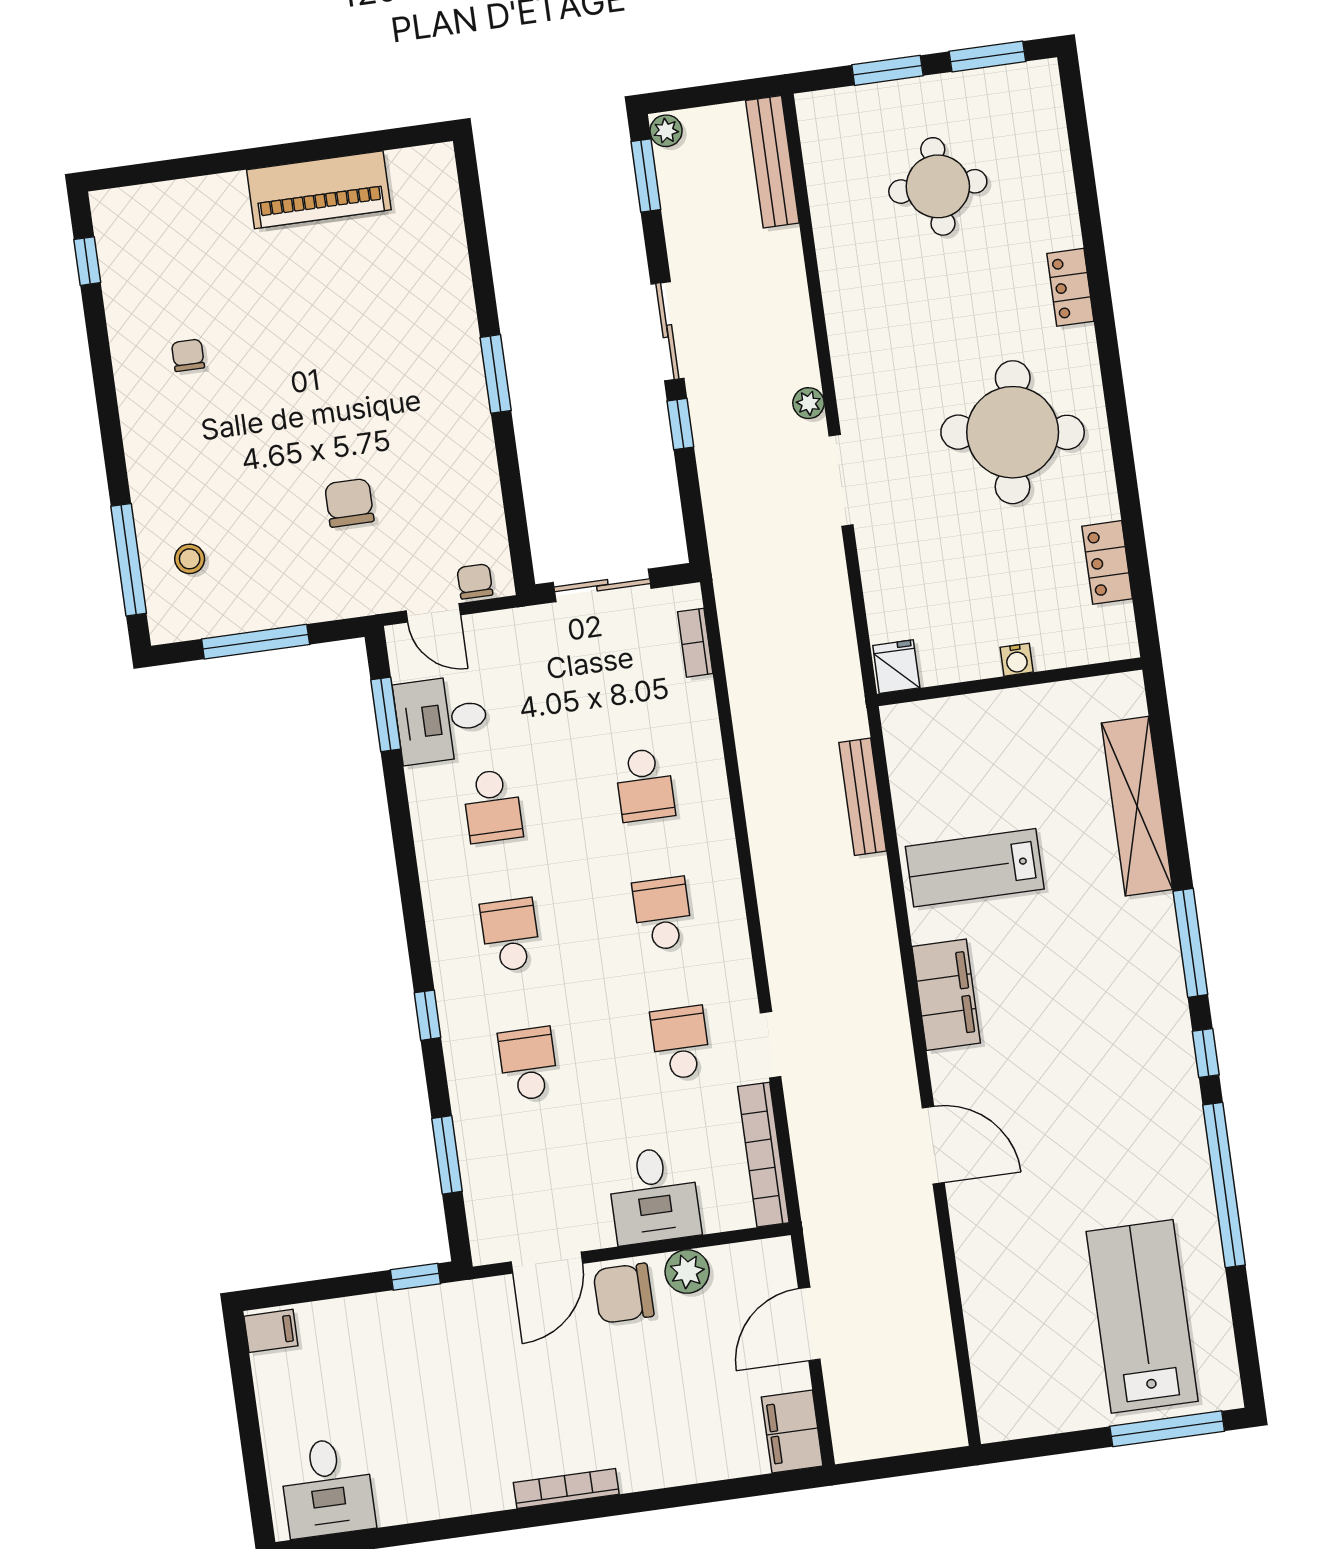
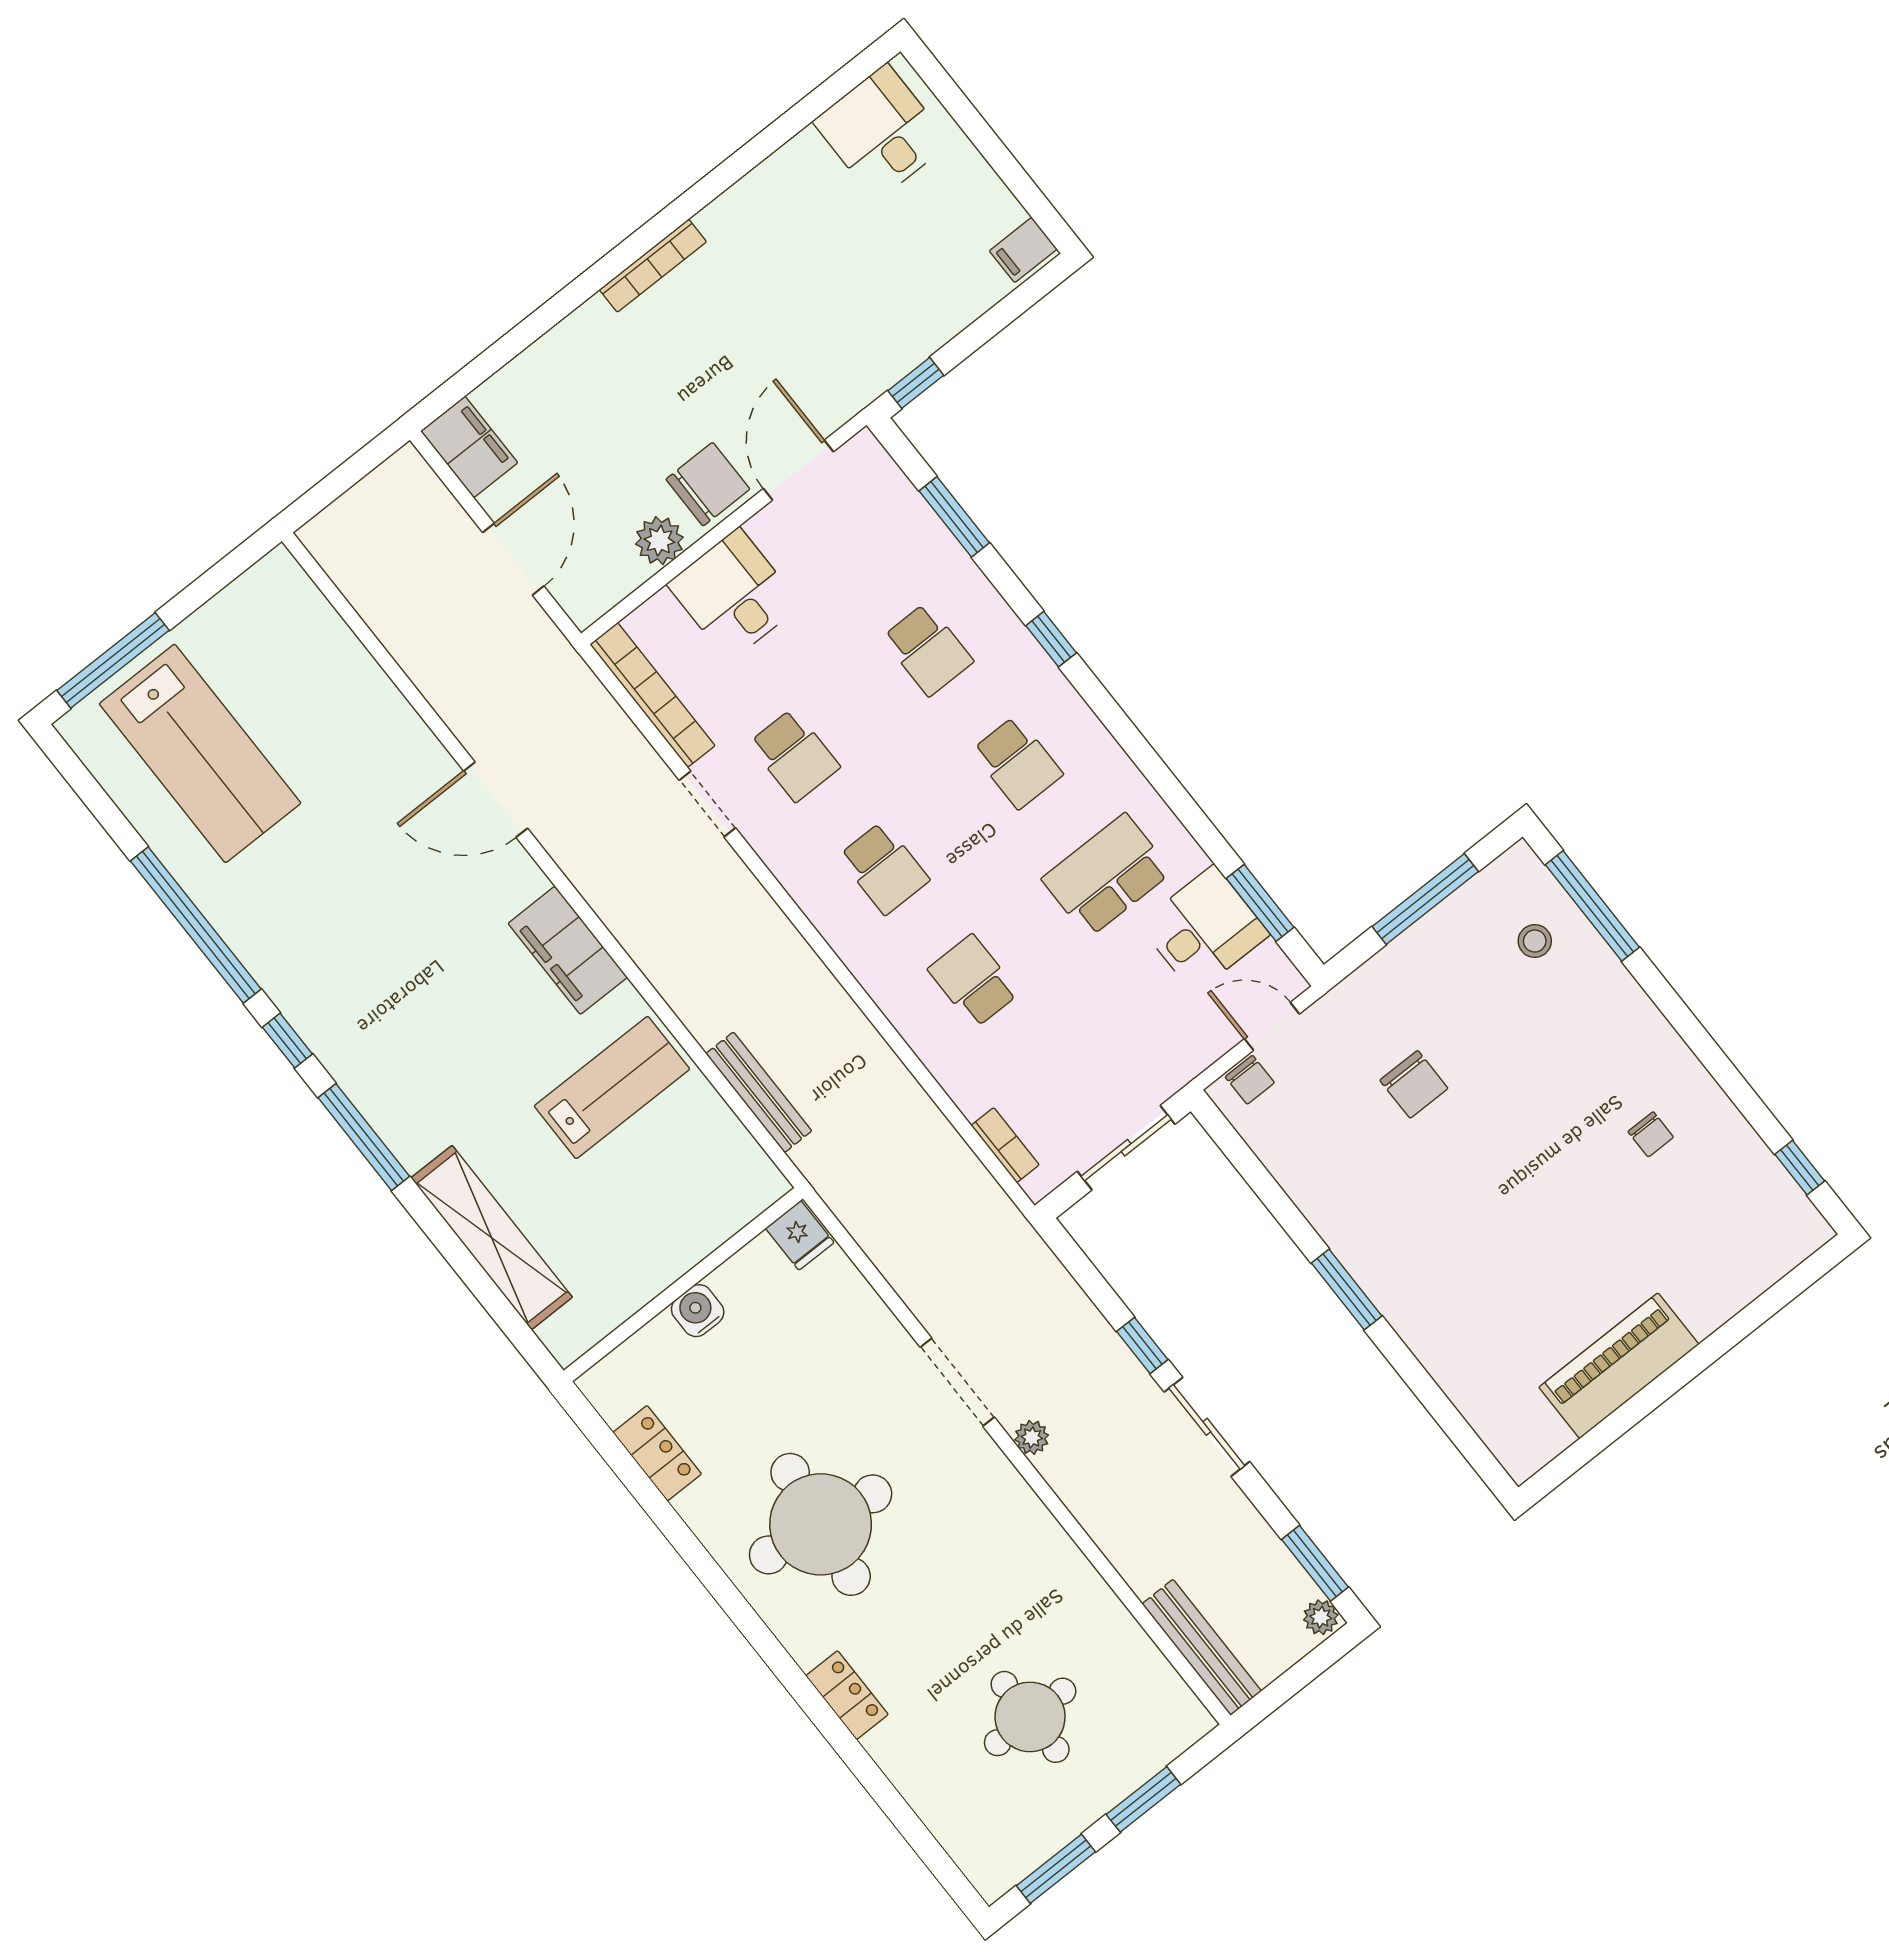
water cooler: (1017, 660) -> (698, 1311), width x1.38, depth x1.38
school desk: (492, 806) -> (1107, 875), width x1.85

